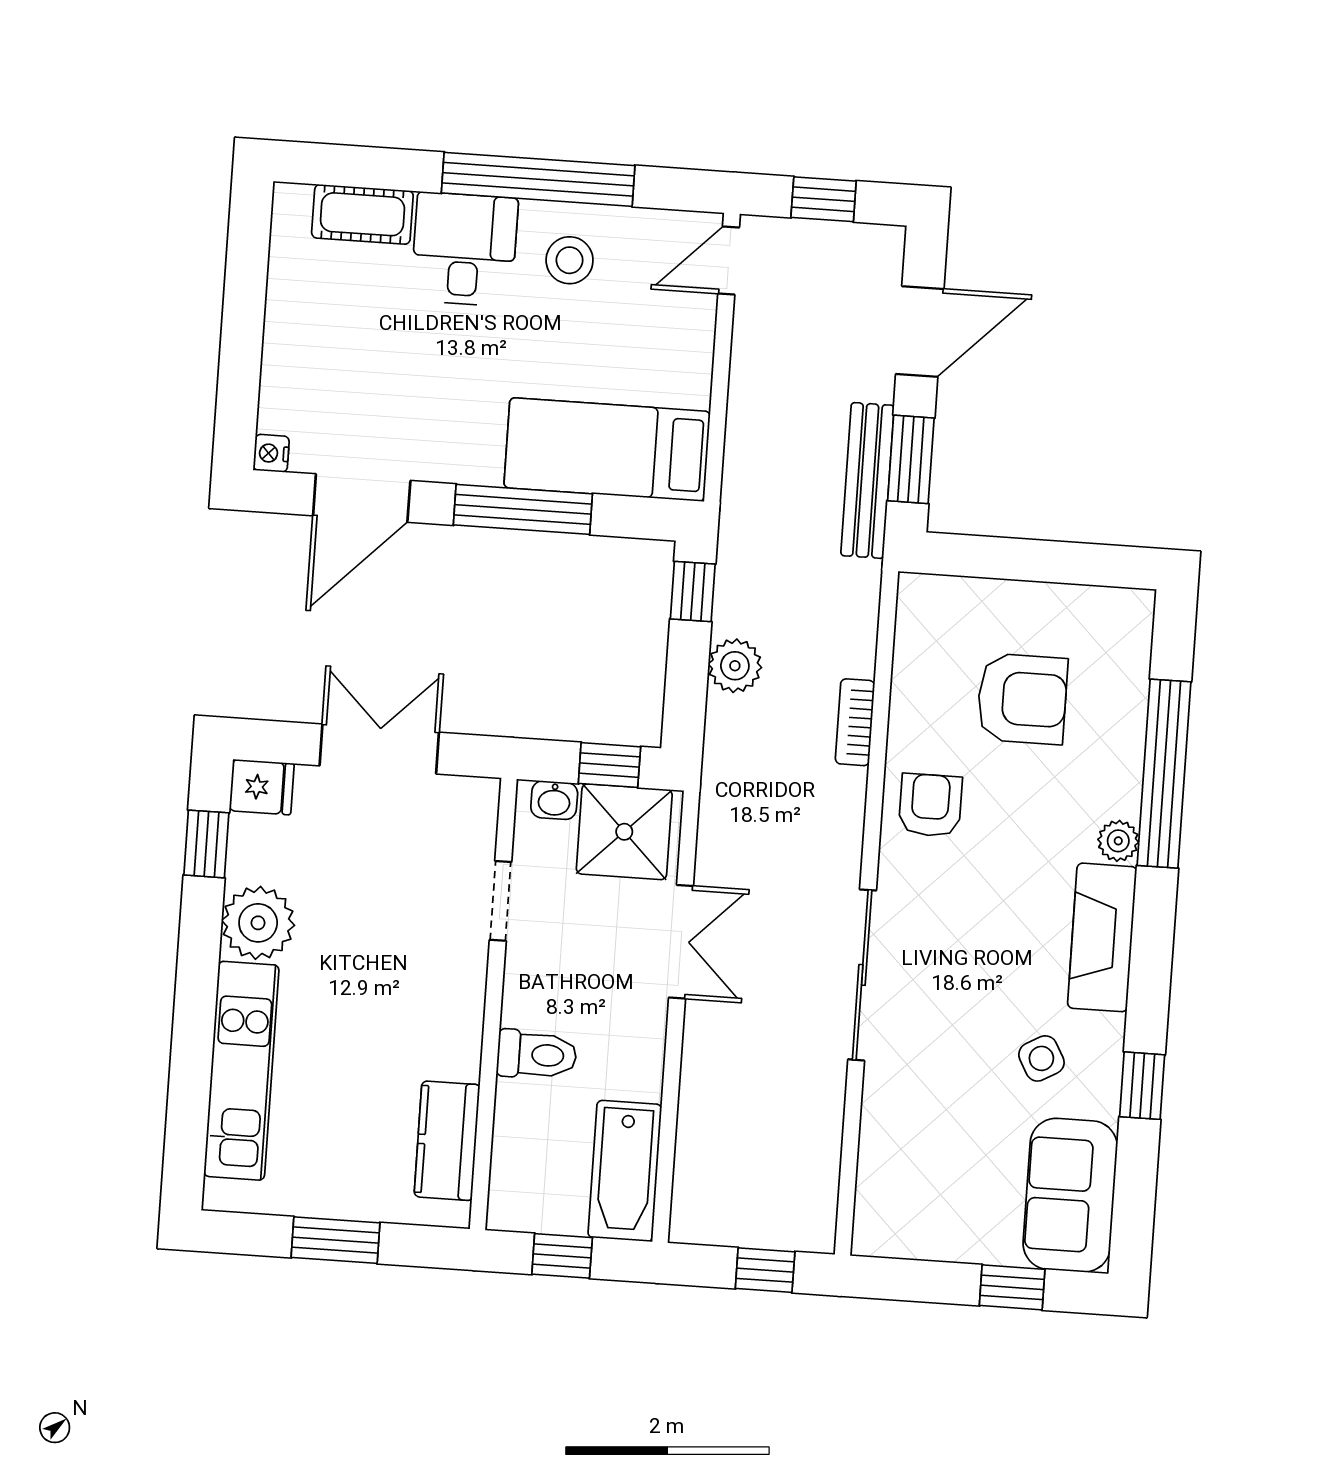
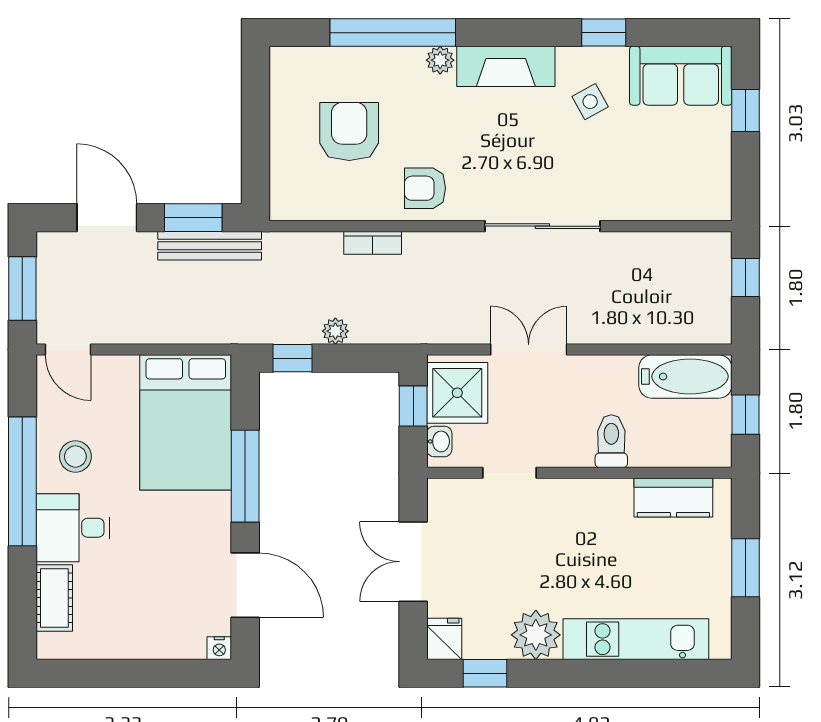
window: (824, 199) -> (22, 289), width x1.50
bed: (607, 450) -> (186, 422), width x1.50
plant: (735, 666) -> (335, 331), width x0.73, depth x0.73

